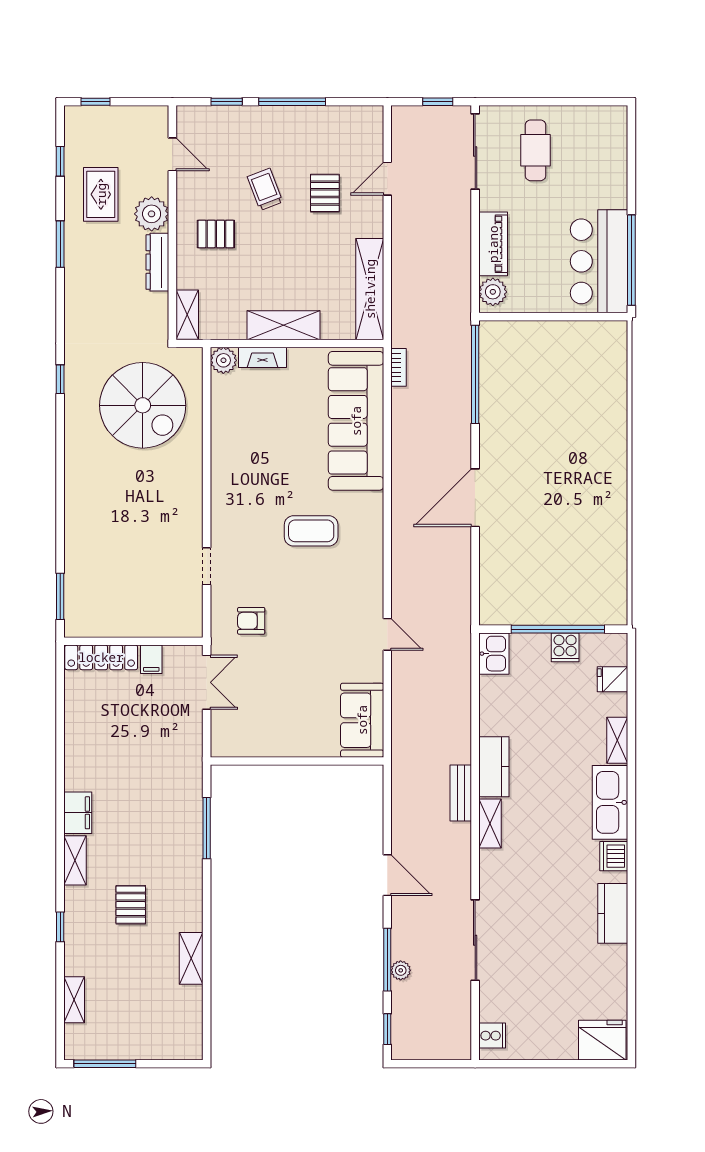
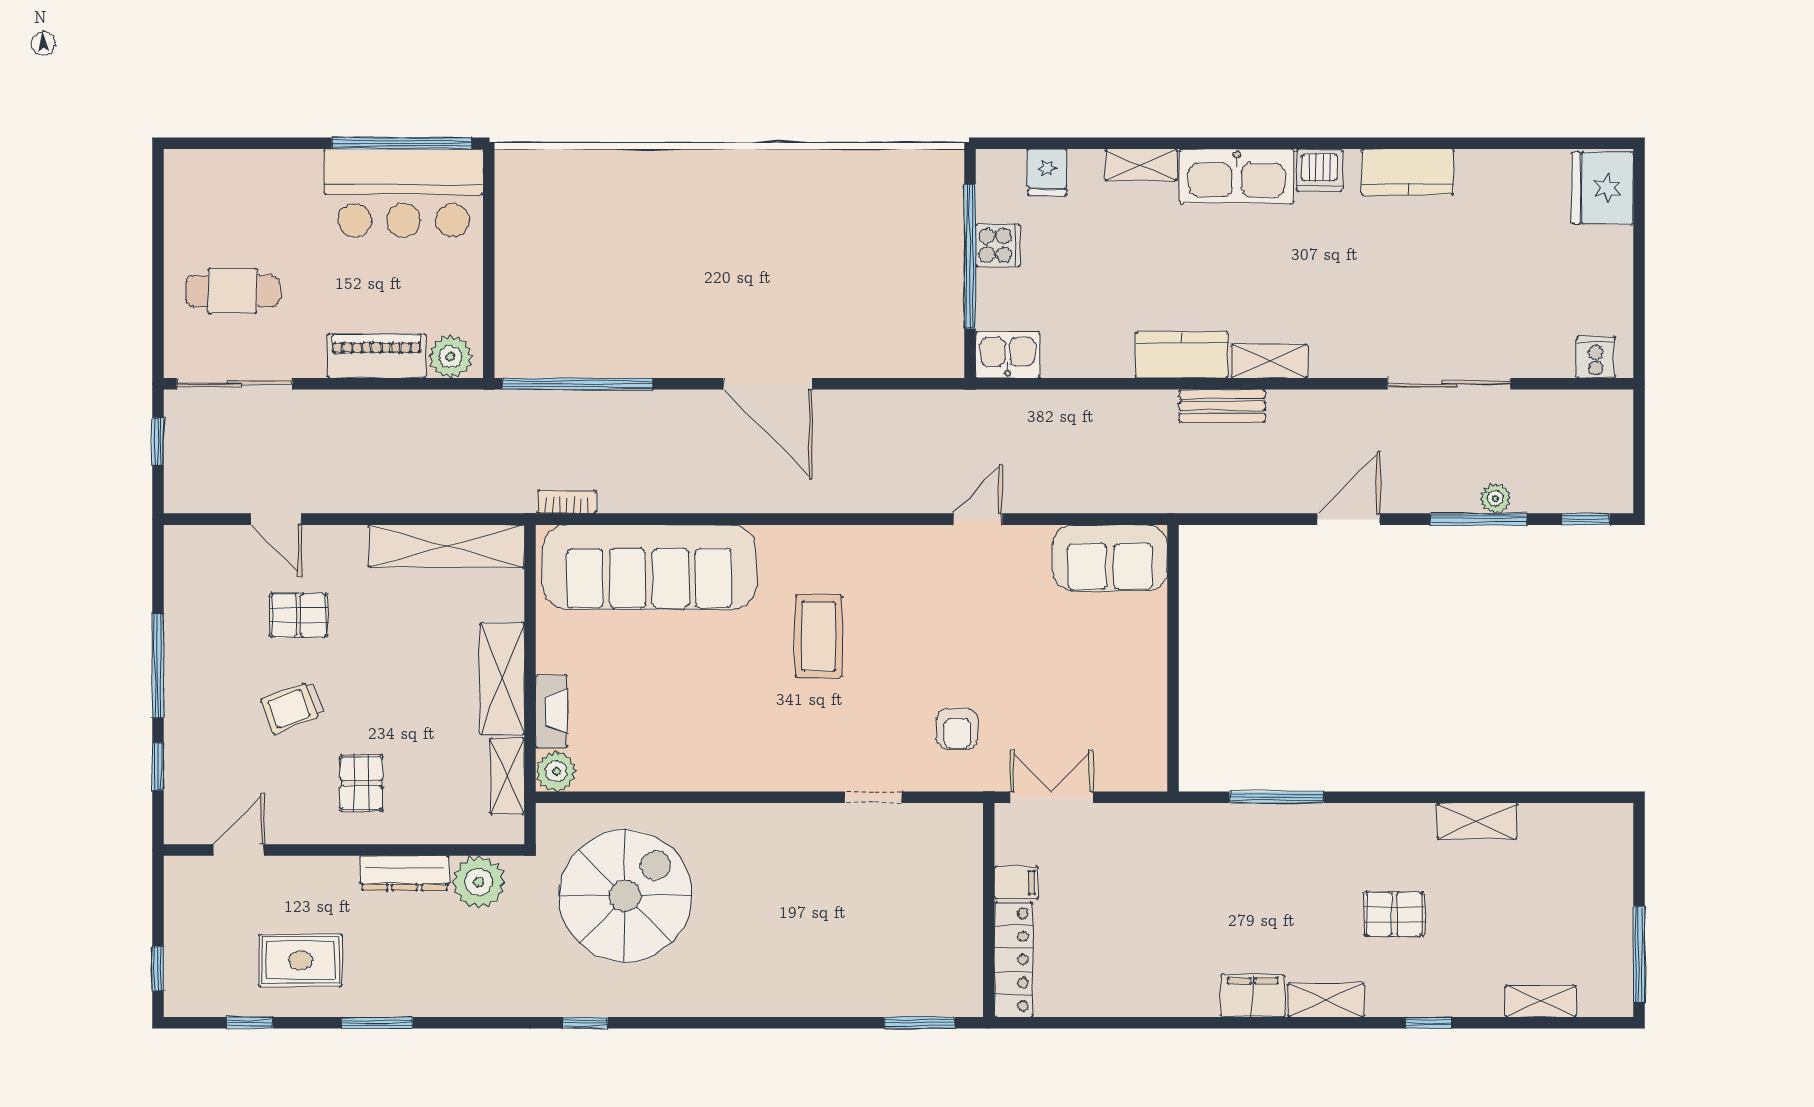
plant: (152, 214) -> (479, 882), moved
shelving: (187, 315) -> (507, 776), moved, turned 90

